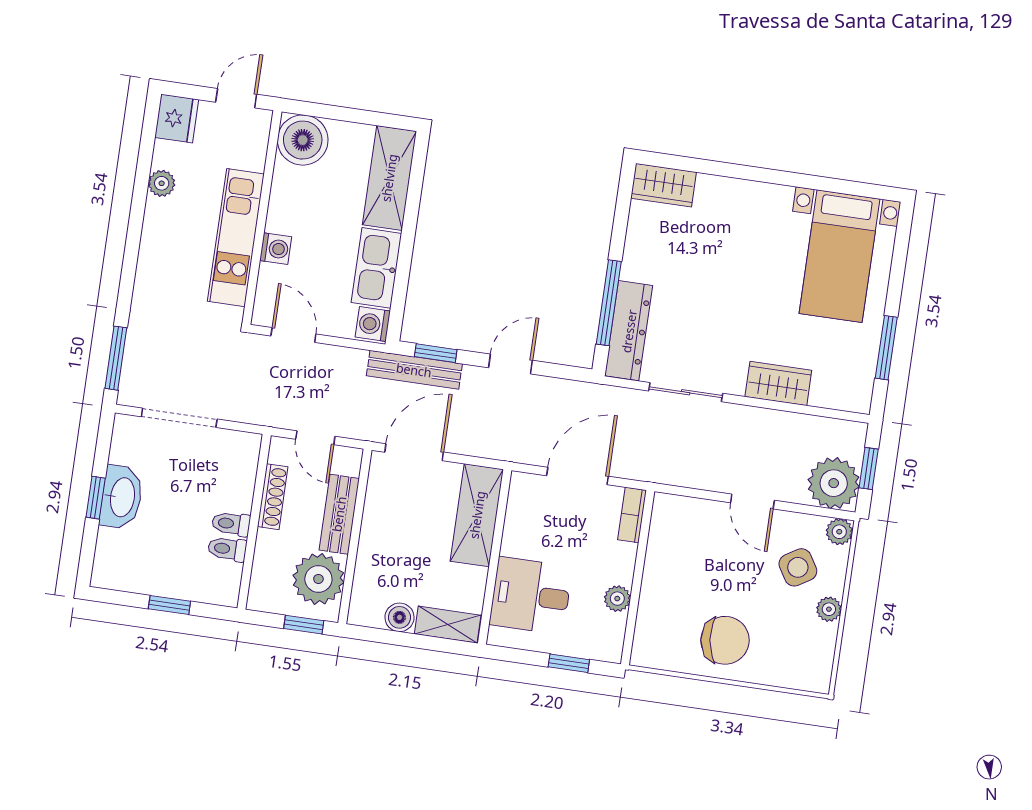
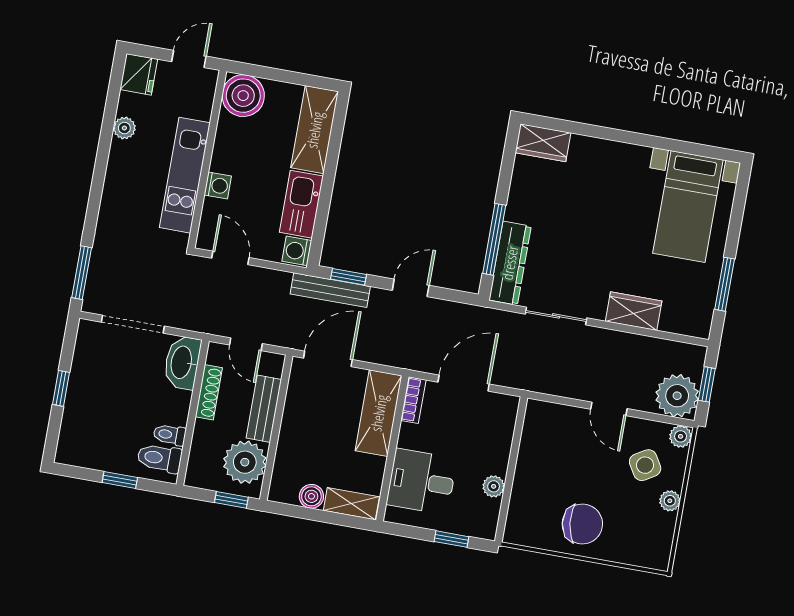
washbasin: (121, 497) -> (182, 362), moved, turned 180
bookcase: (632, 515) -> (413, 400), moved, turned 180
toilet: (231, 524) -> (159, 458), moved, width x1.37, depth x1.39

